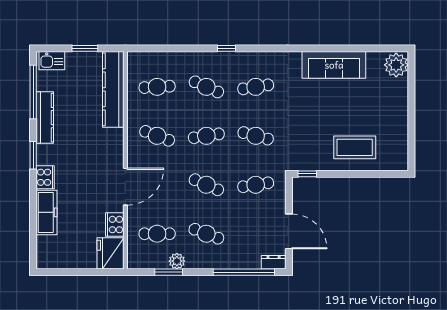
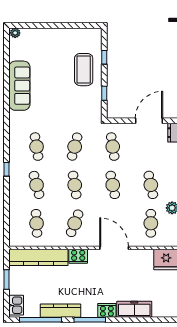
plant: (396, 65) -> (15, 33), width x0.53, depth x0.53
cafe table: (206, 87) -> (37, 185), turned -39
window: (33, 155) -> (90, 320), width x1.44
window: (307, 174) -> (104, 93), moved
window: (370, 174) -> (104, 57), added
cafe table: (206, 185) -> (113, 185), turned -36
cooker: (115, 225) -> (78, 256), moved
cafe table: (206, 234) -> (151, 185), turned -33

